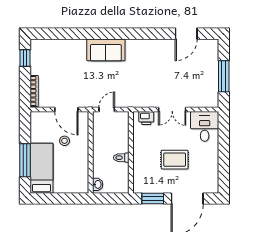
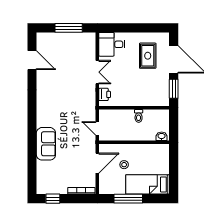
sofa: (106, 50) -> (46, 144), moved
window: (25, 160) -> (128, 199), moved
rug: (175, 160) -> (148, 56), moved

